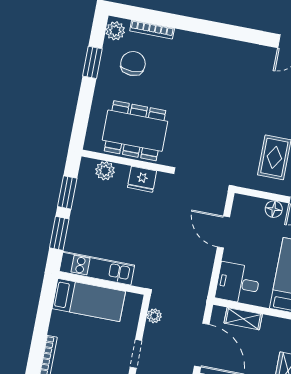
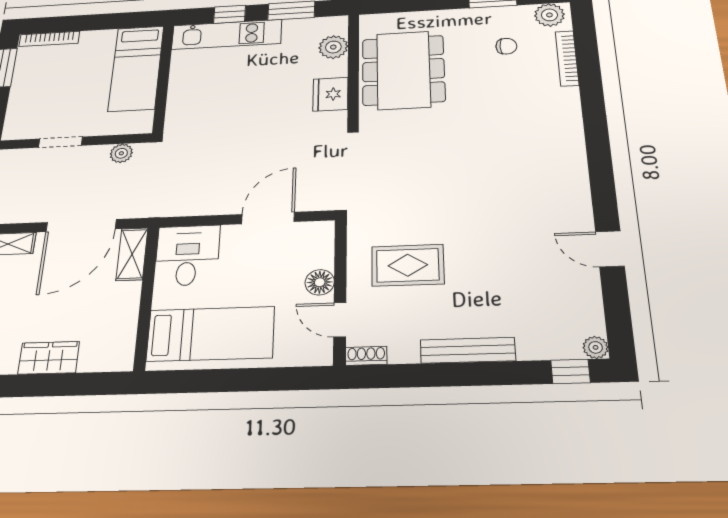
chair: (133, 64) -> (506, 46), width x0.54, depth x0.54
window: (59, 233) -> (230, 14), width x0.67
kitchen unit: (97, 268) -> (227, 34), moved, turned 90
shelving: (243, 319) -> (132, 254), moved

